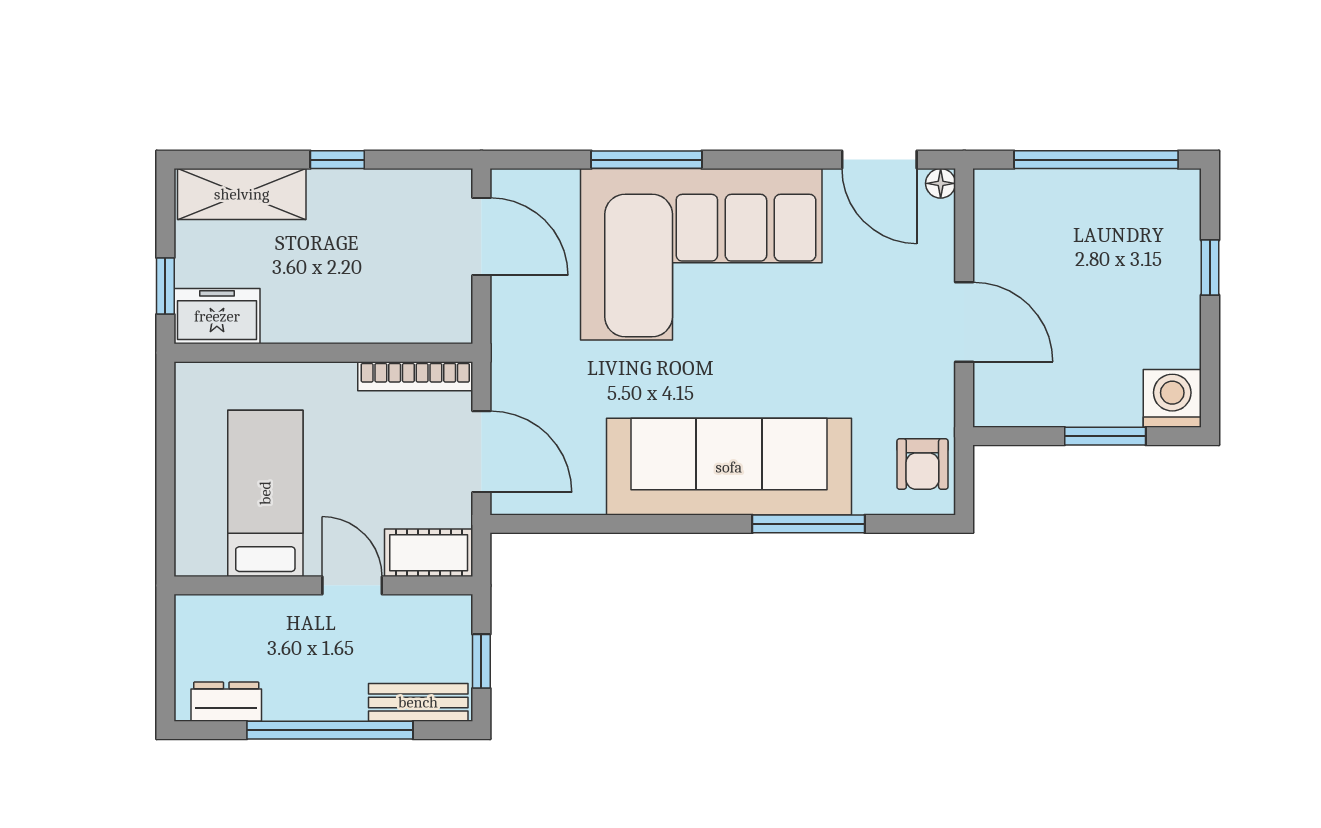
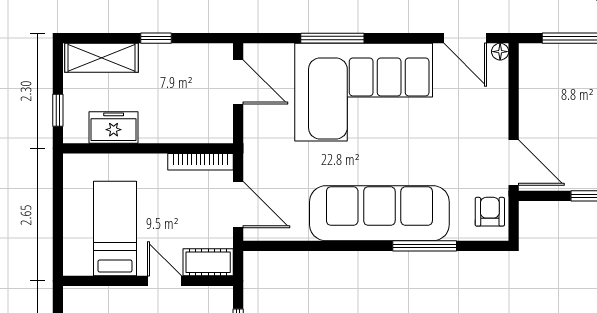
freezer: (217, 316) -> (114, 127), moved
door: (964, 322) -> (514, 163), moved
armchair: (922, 464) -> (490, 212), turned 180

